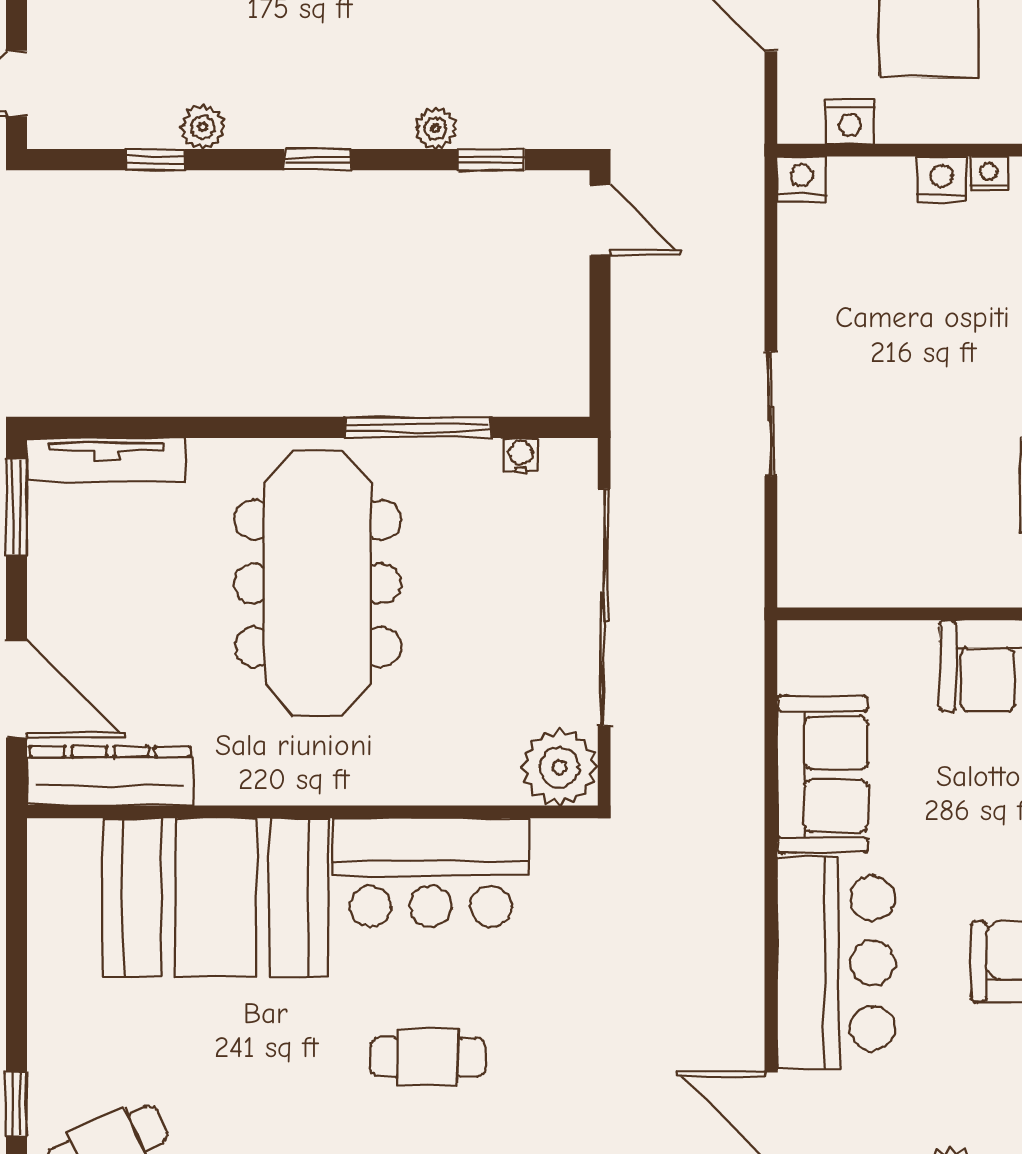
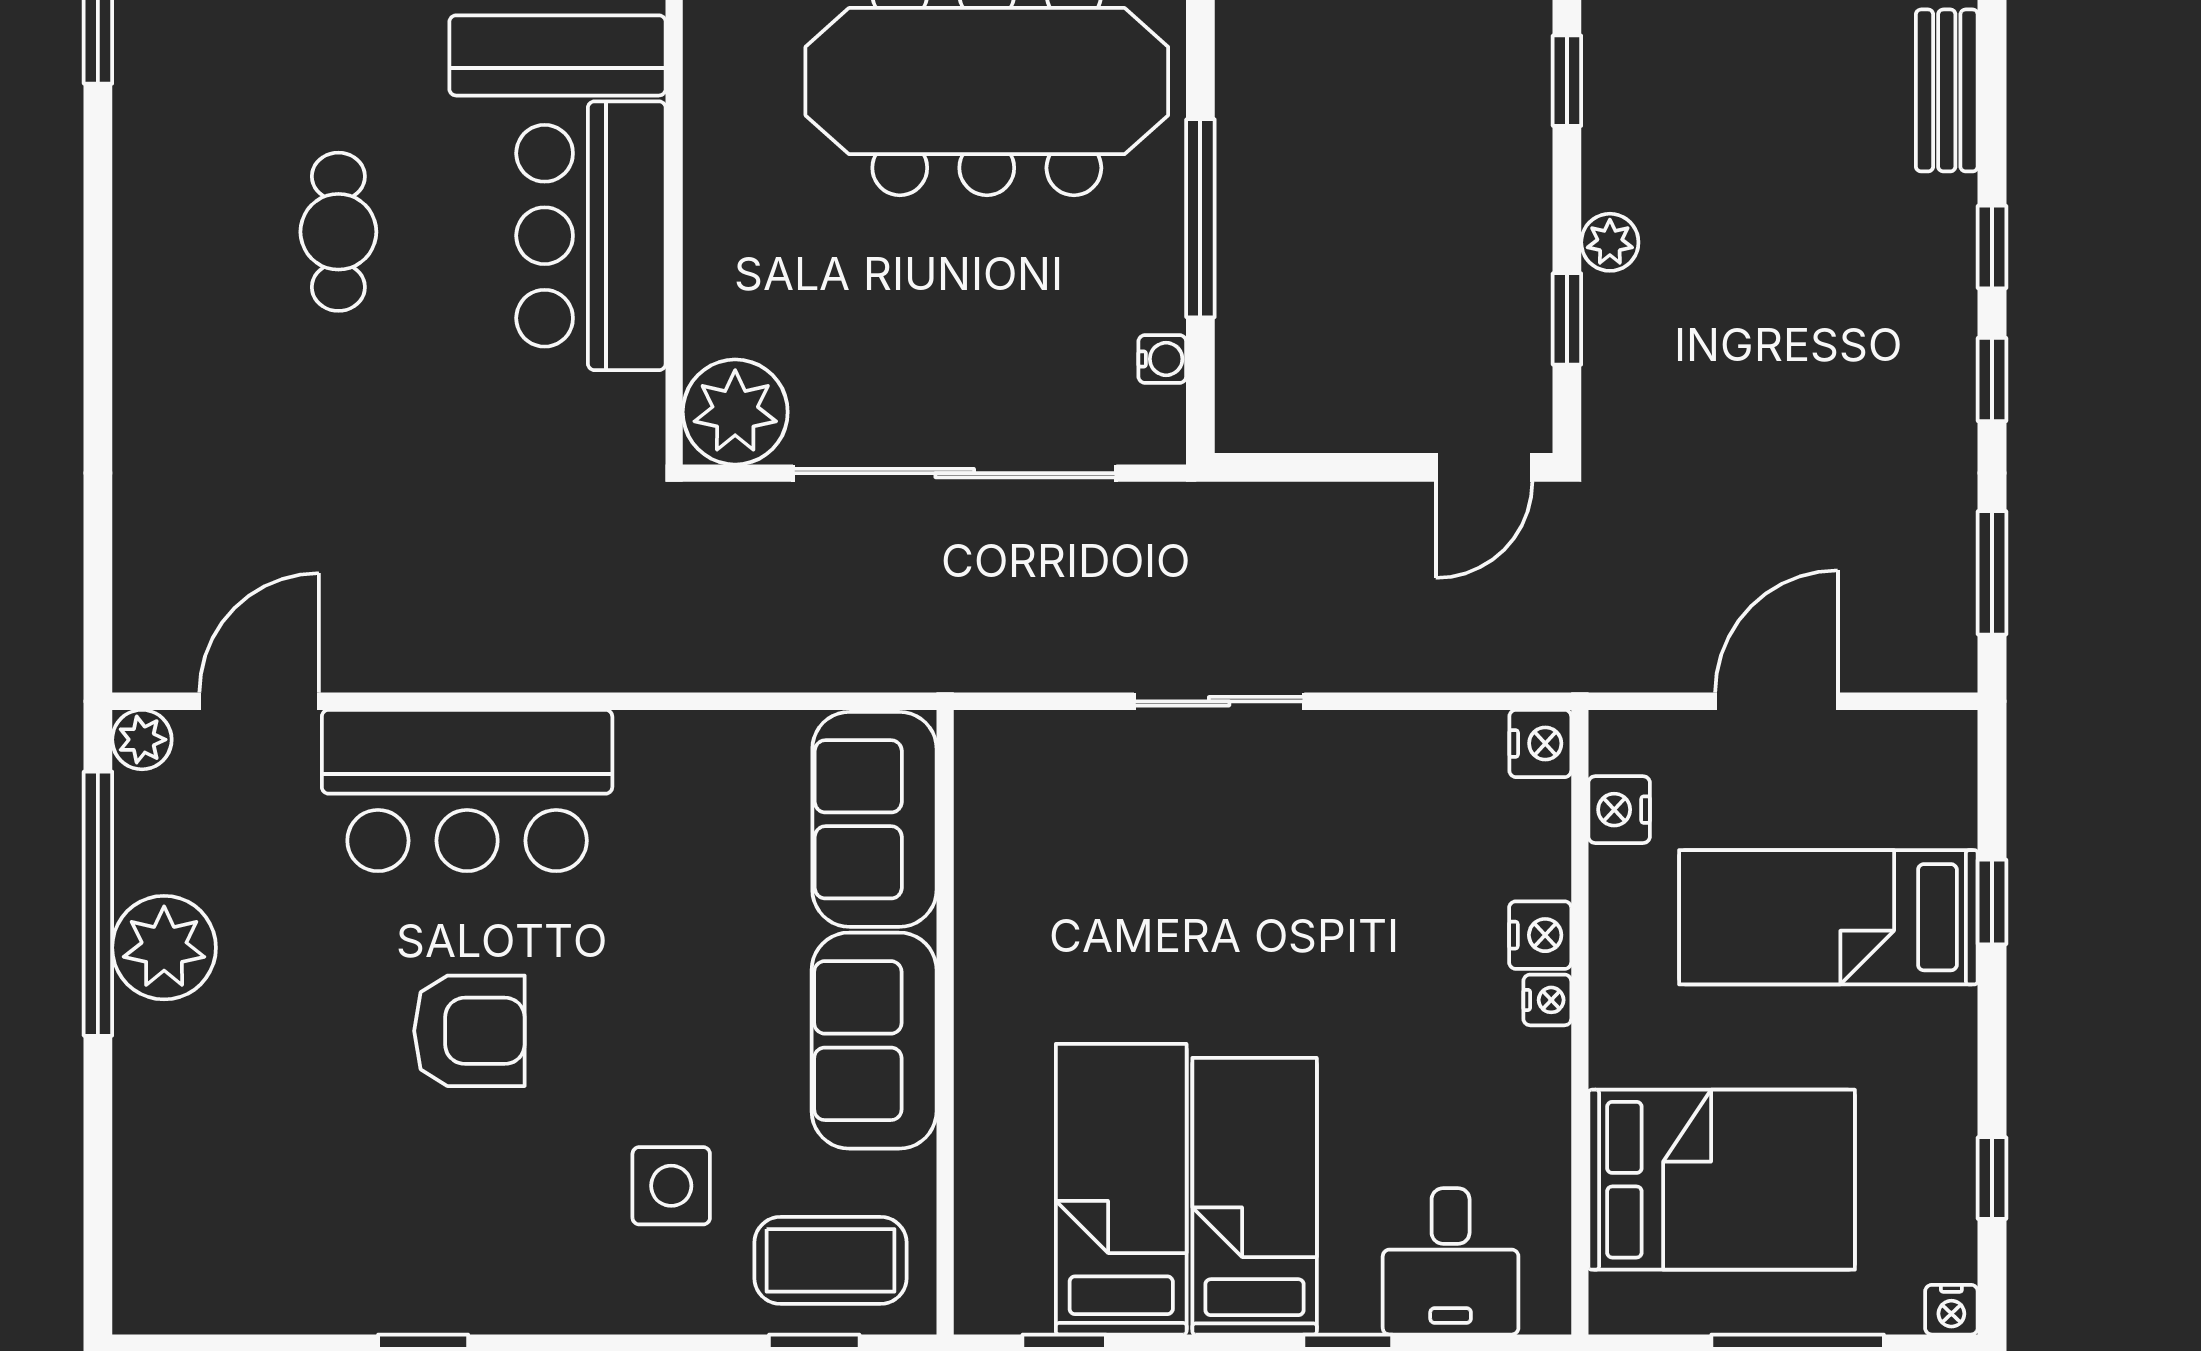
sofa: (823, 774) -> (874, 819), moved, turned 90

